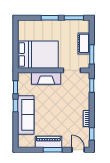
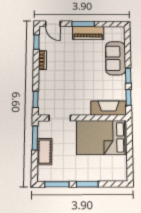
fireplace: (46, 78) -> (109, 108), moved
sofa: (26, 115) -> (115, 58), width x0.73

